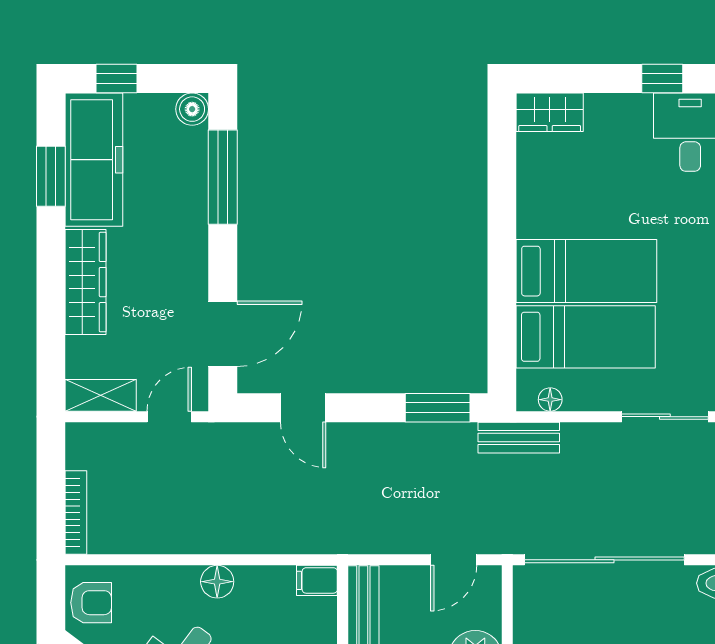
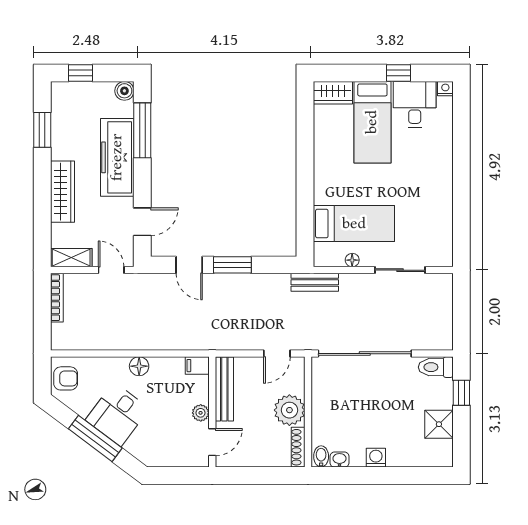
freezer: (94, 160) -> (117, 157), moved, turned 180
bed: (586, 271) -> (372, 122), moved, turned 90
door: (223, 334) -> (142, 222), width x0.73
floor lamp: (550, 400) -> (352, 260), moved
window: (438, 408) -> (232, 265), moved
door: (169, 417) -> (111, 270), hinge flipped
bookcase: (76, 513) -> (57, 298), moved

